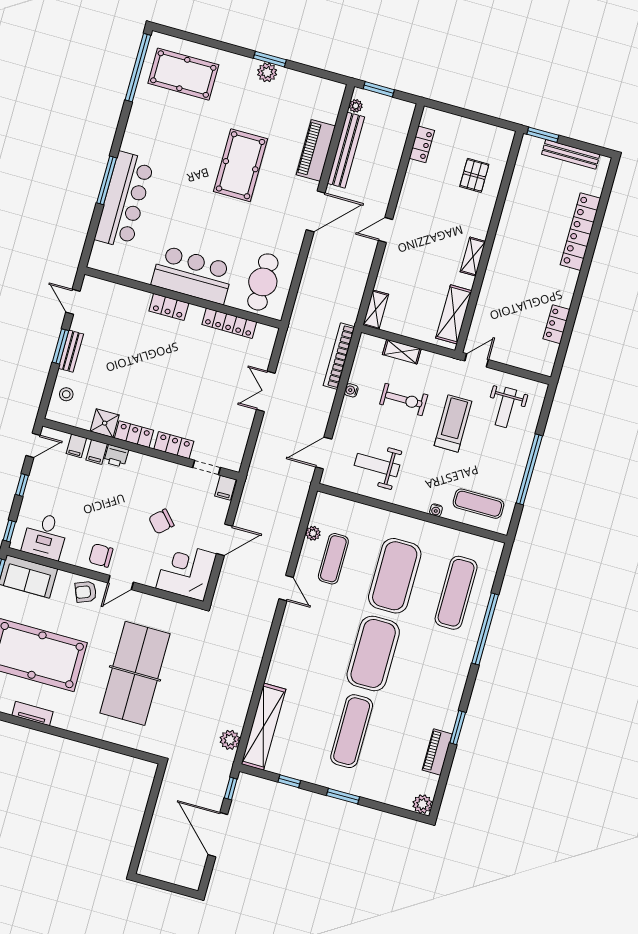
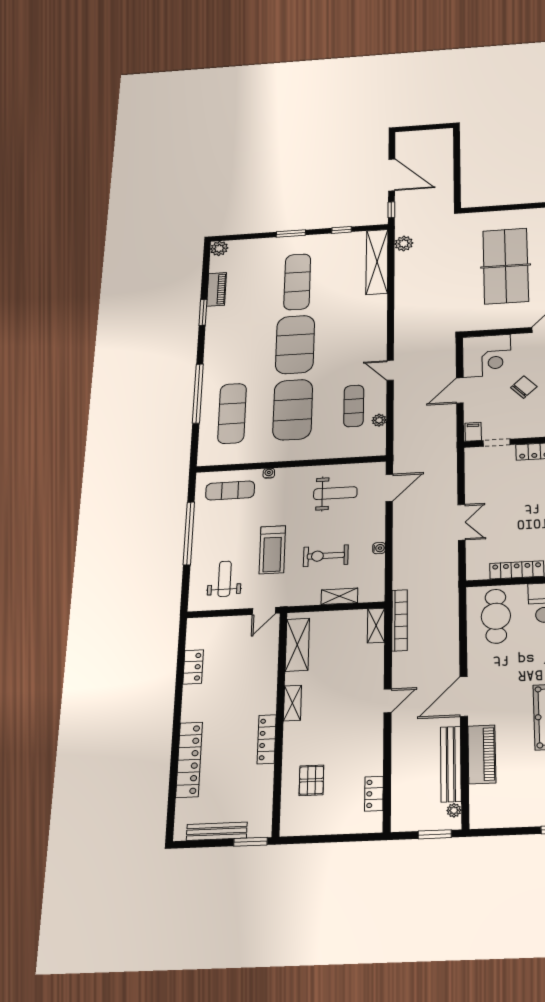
locker: (505, 228) -> (267, 739), added
bookcase: (339, 356) -> (400, 620), moved

